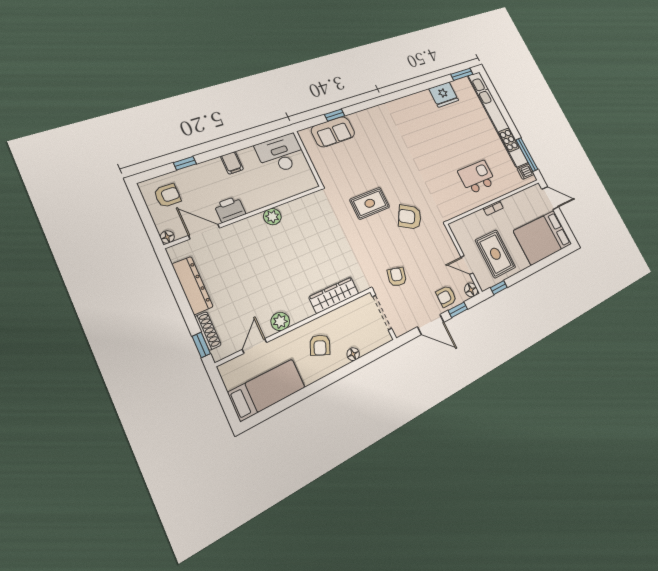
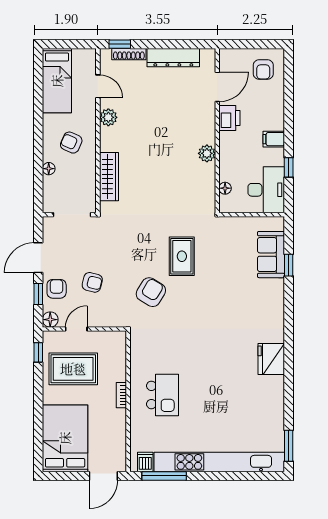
fridge: (444, 94) -> (271, 359), moved
window: (185, 163) -> (289, 167), moved
floor lamp: (167, 237) -> (225, 188), moved
armchair: (397, 277) -> (92, 282), moved

